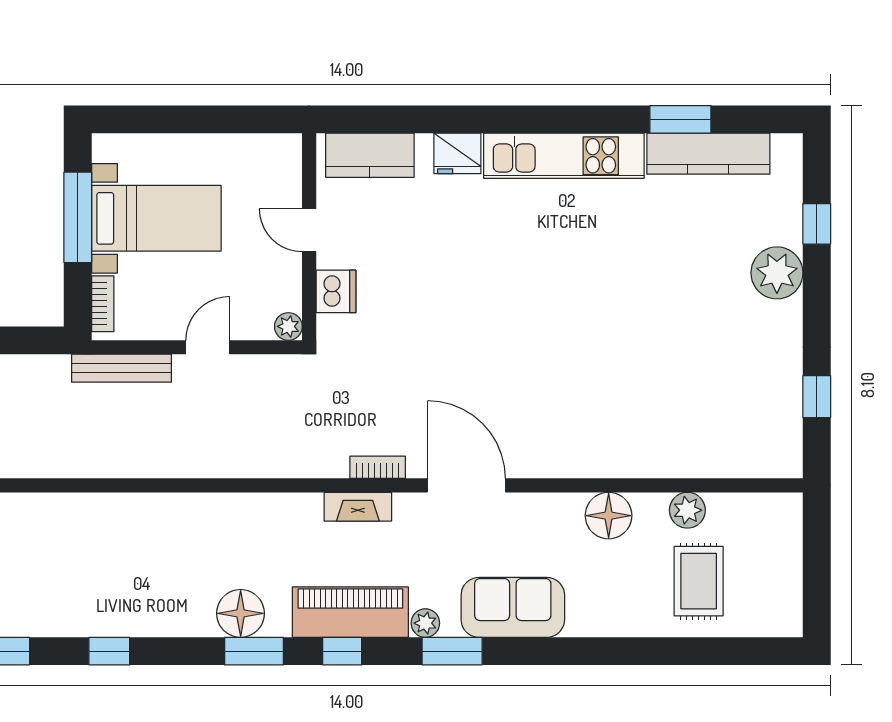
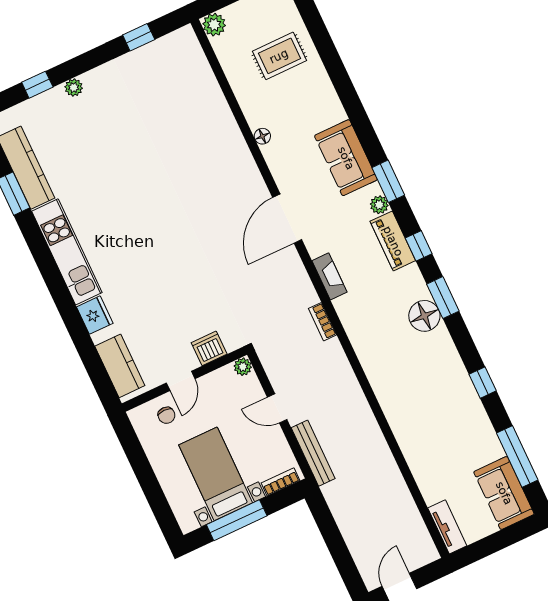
chair: (271, 188) -> (166, 415), added
plant: (777, 273) -> (74, 87), width x0.53, depth x0.53
bookcase: (378, 467) -> (323, 322), moved
plant: (687, 510) -> (214, 25), moved
floor lamp: (609, 516) -> (262, 136), width x0.53, depth x0.53
piano: (350, 612) -> (393, 241), width x0.73, depth x0.75

